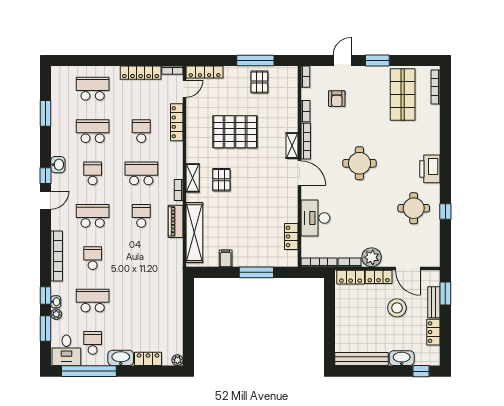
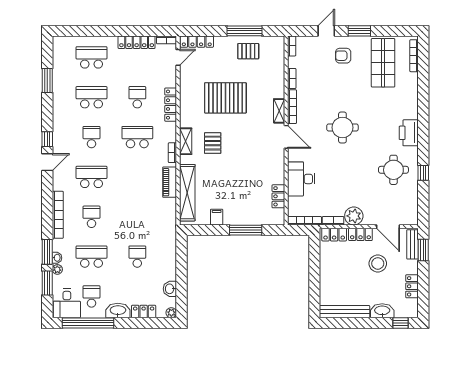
pallet: (259, 82) -> (248, 51), turned 90
armchair: (337, 99) -> (343, 56), moved, turned 90
locker: (177, 122) -> (171, 105), moved
washbasin: (58, 165) -> (170, 289), moved, turned 180
school desk: (141, 216) -> (137, 257), moved
window: (46, 296) -> (47, 252), width x1.50
bench: (434, 302) -> (413, 244), moved

